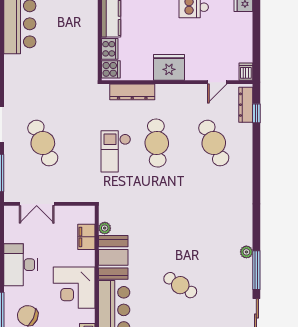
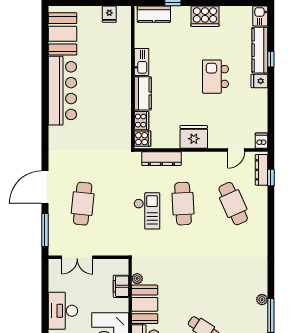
cafe table: (43, 143) -> (83, 204), turned 30
checkout: (116, 151) -> (147, 211), turned 180

